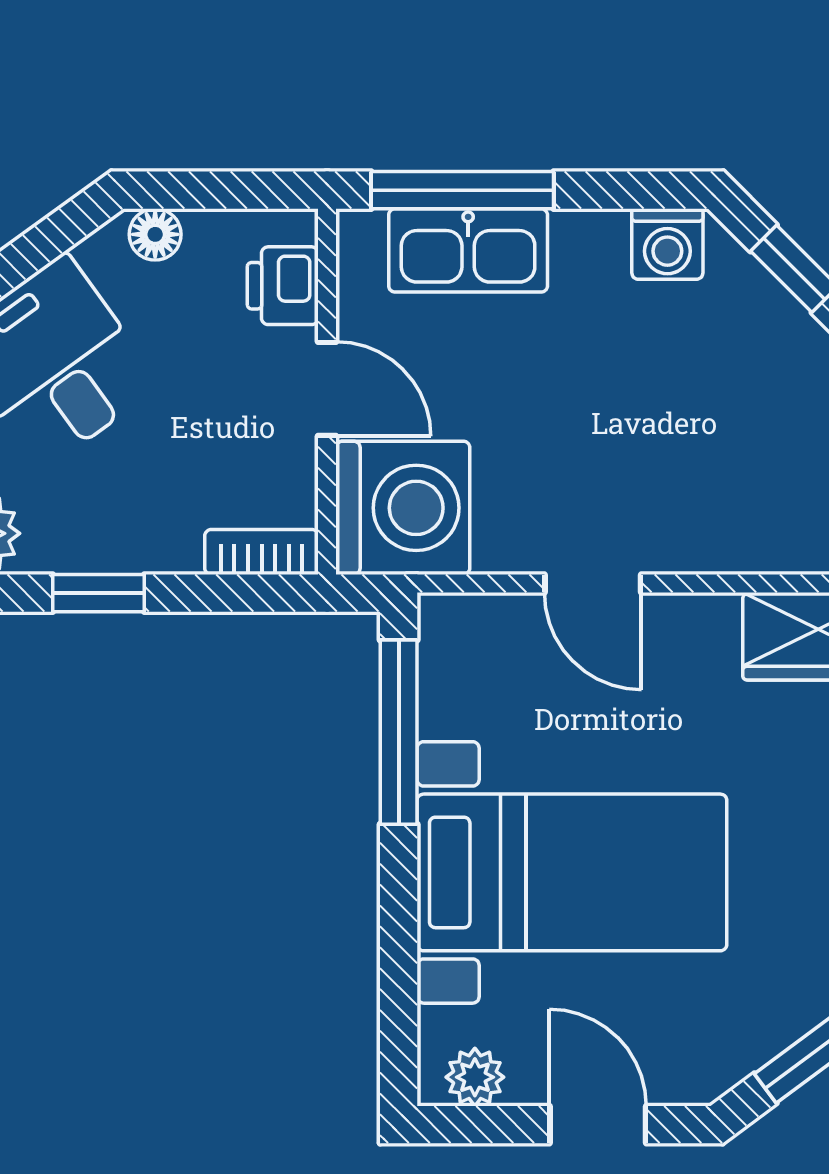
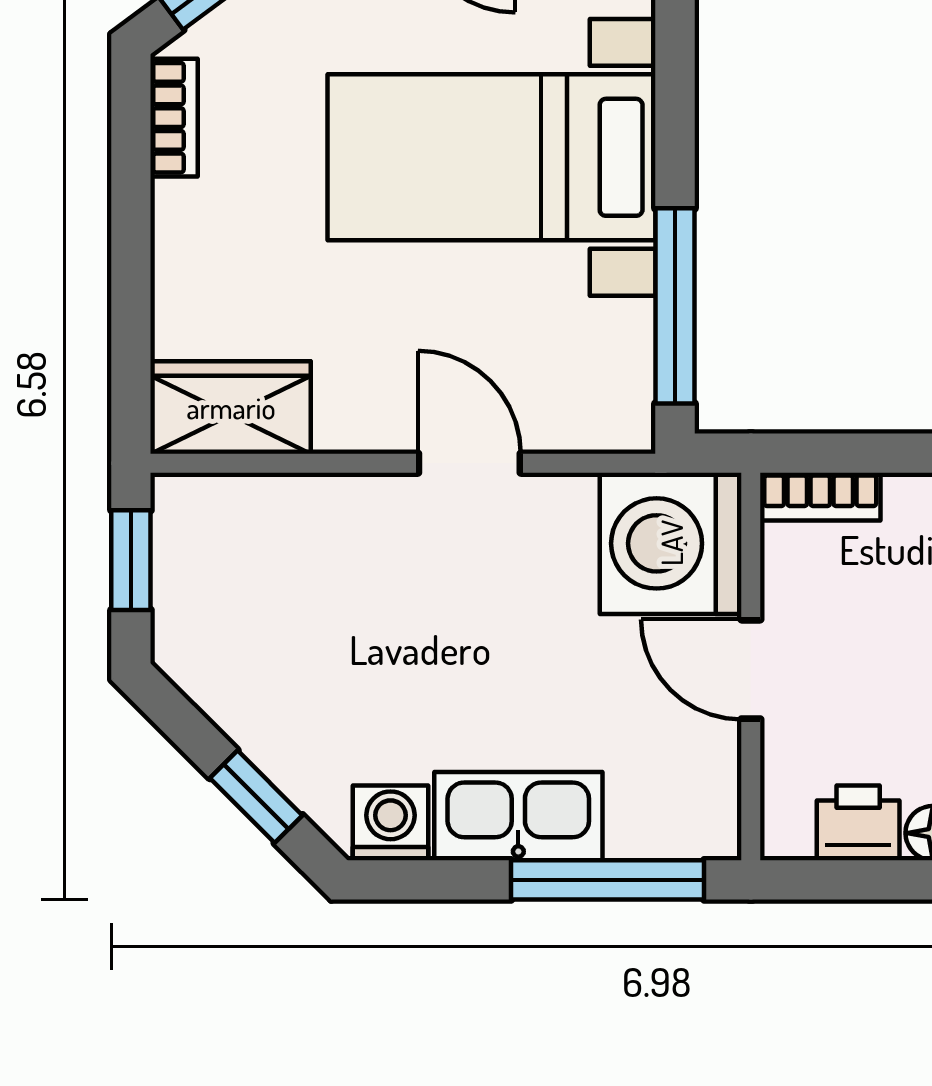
kitchen sink: (468, 250) -> (518, 816), moved
printer: (283, 286) -> (858, 823), moved, turned -90

